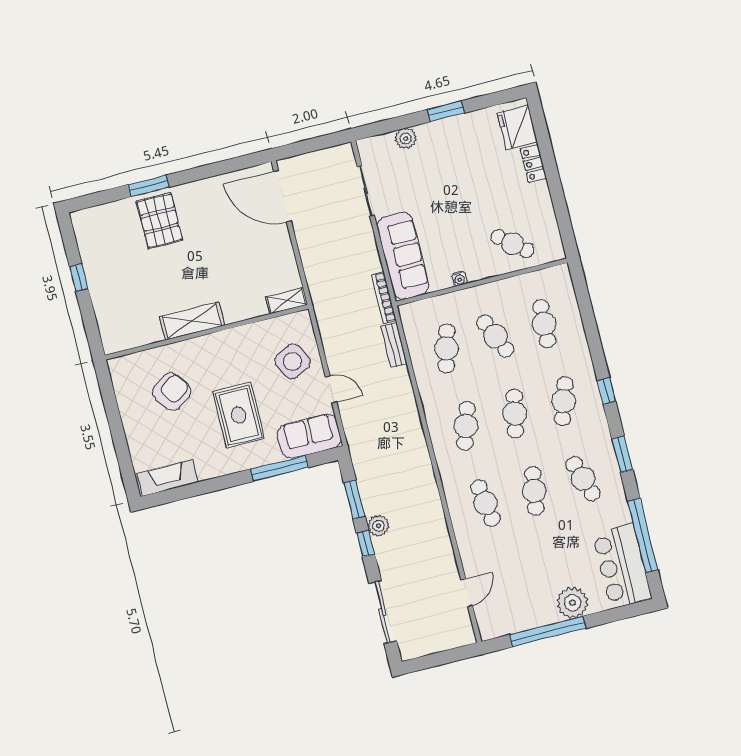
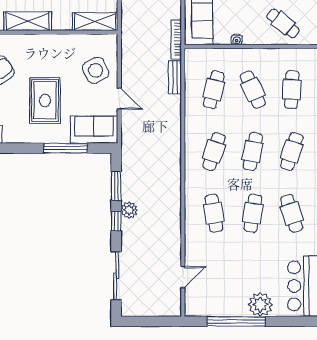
shelving: (287, 301) -> (95, 22), width x1.50, depth x1.33

